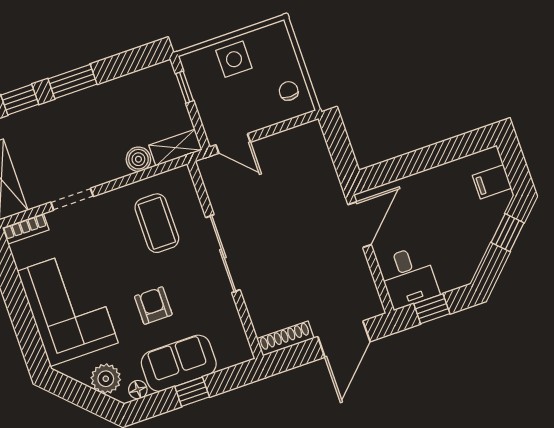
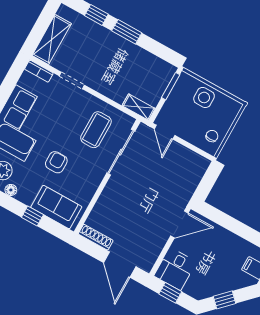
window: (185, 87) -> (171, 86), width x1.50
boiler: (138, 159) -> (118, 95), removed
window: (508, 233) -> (225, 300), moved
sliding door: (223, 254) -> (121, 152), moved
door: (344, 339) -> (120, 265), hinge flipped
sofa: (179, 363) -> (56, 207), moved

